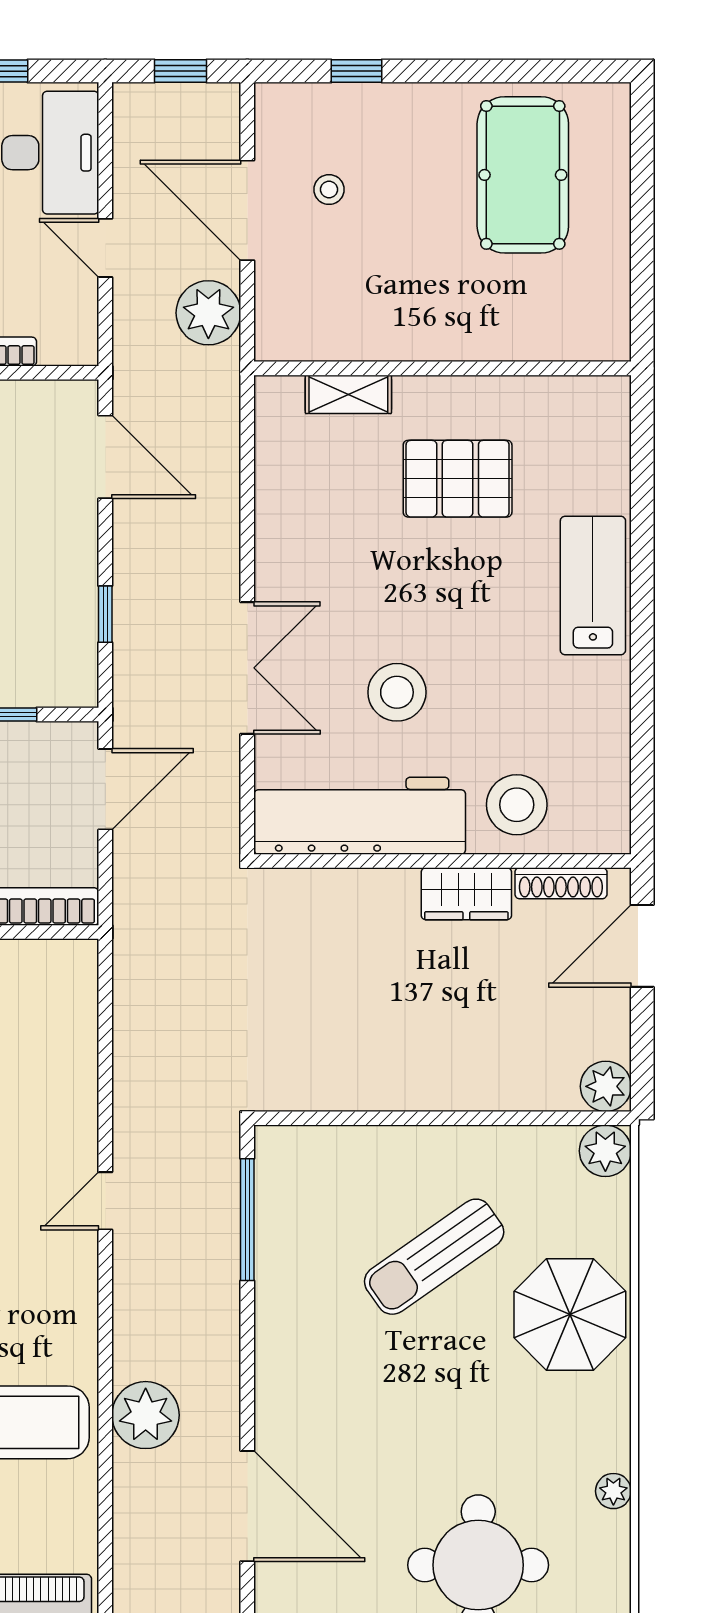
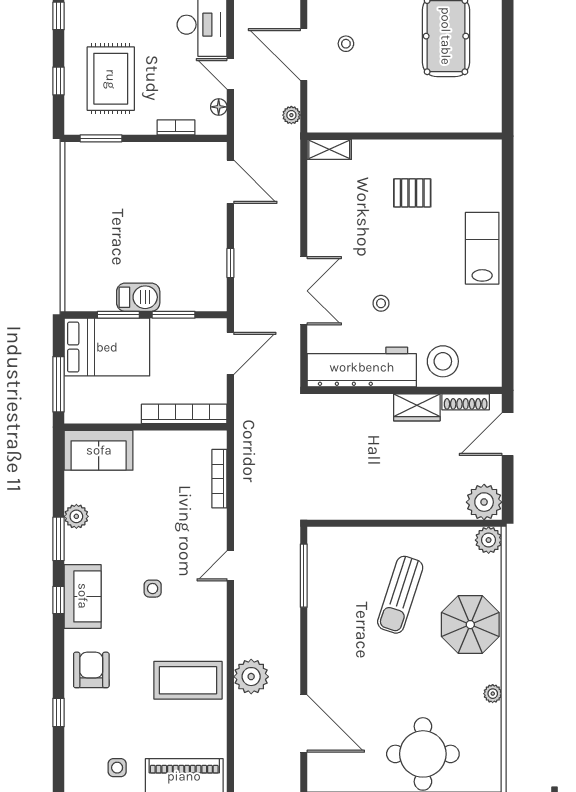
floor lamp: (83, 312) -> (219, 107), added
plant: (208, 313) -> (291, 115), width x0.53, depth x0.53
shelving: (348, 394) -> (329, 149), moved
pallet: (458, 479) -> (412, 193), width x0.67, depth x0.71
stool: (397, 692) -> (381, 303), width x0.53, depth x0.53
bookcase: (84, 1032) -> (219, 479), added
plant: (606, 1086) -> (484, 502), width x1.36, depth x1.36
sun lounger: (434, 1257) -> (400, 595), turned -37
plant: (613, 1491) -> (493, 694), moved

